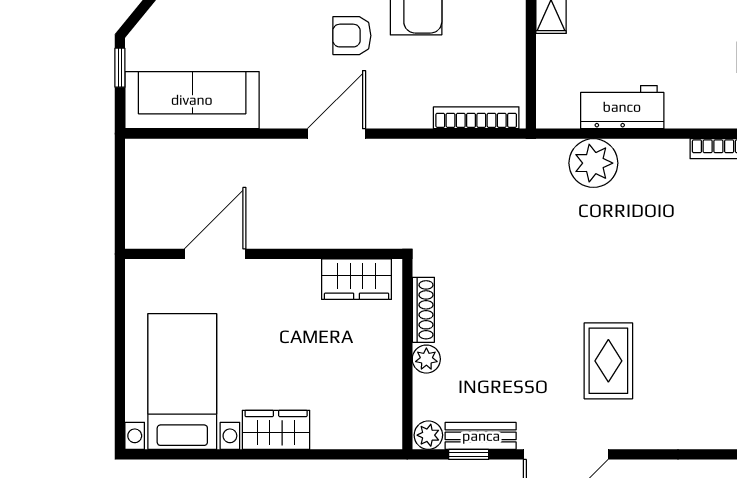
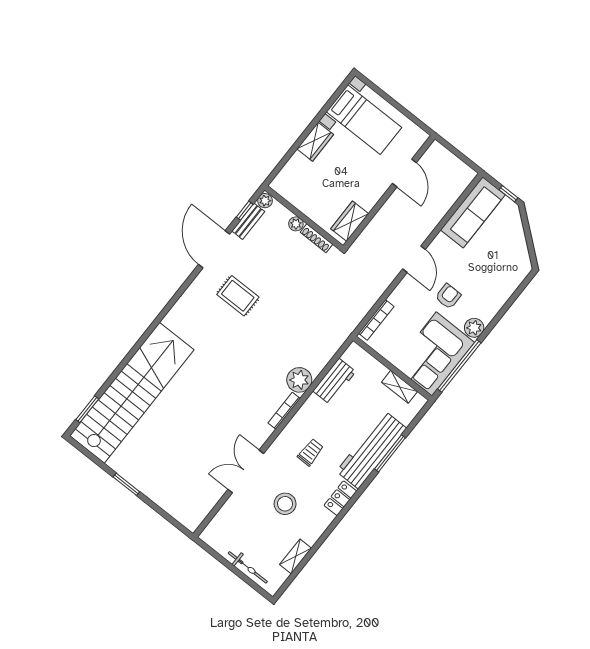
plant: (593, 163) -> (299, 380), moved

